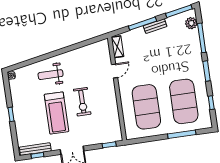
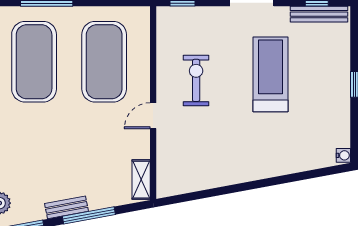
door: (114, 71) -> (153, 116), moved
weight bench: (51, 75) -> (271, 147), removed
exercise bike: (82, 102) -> (196, 80), moved

